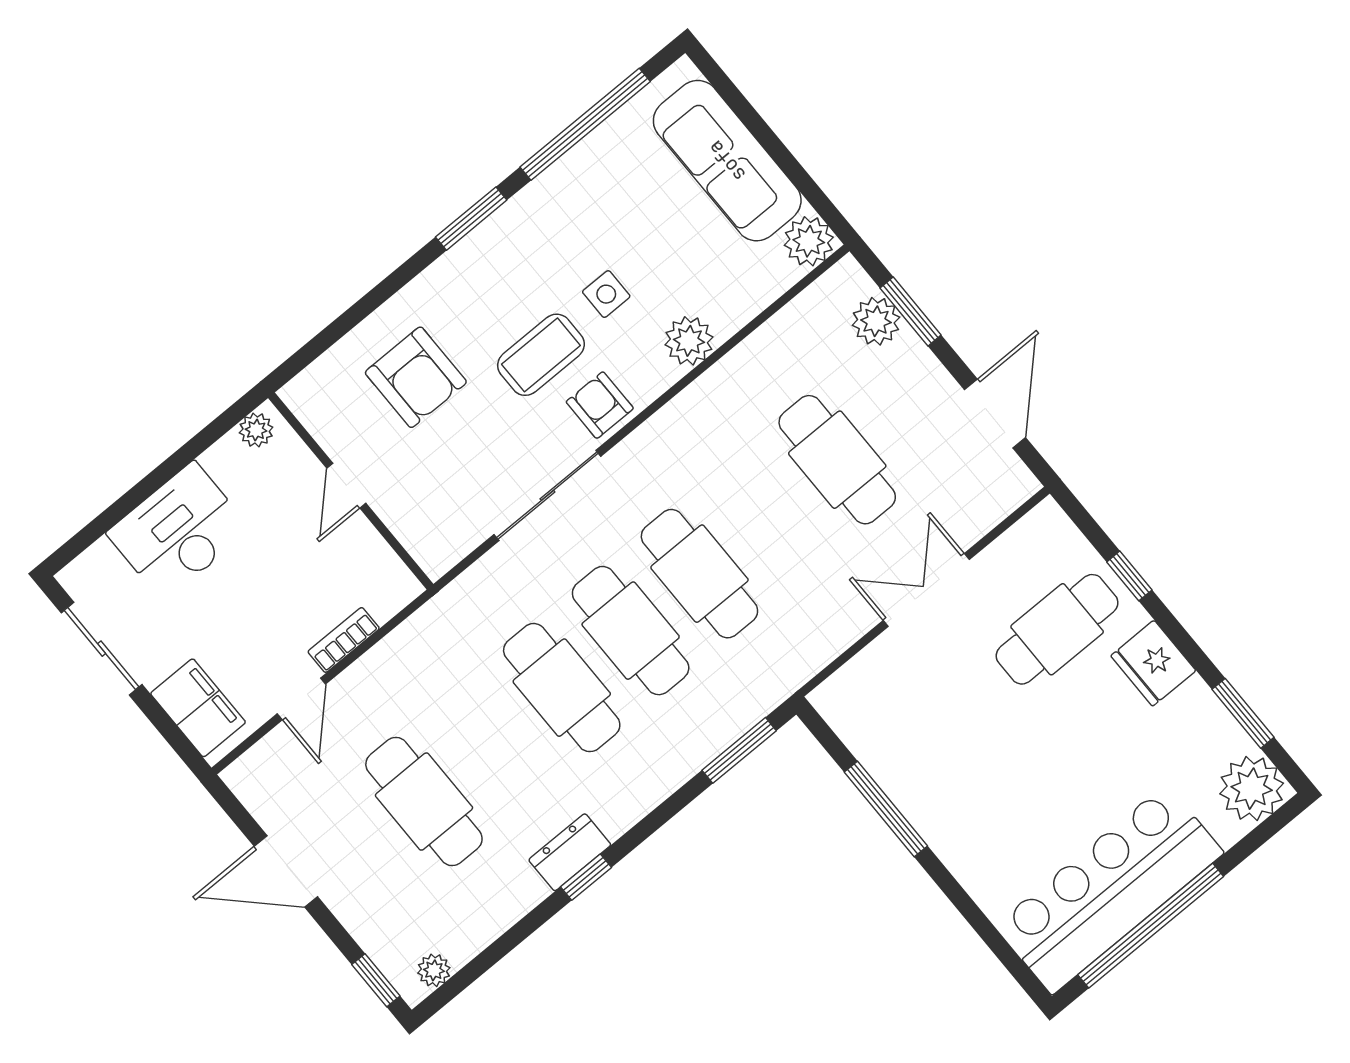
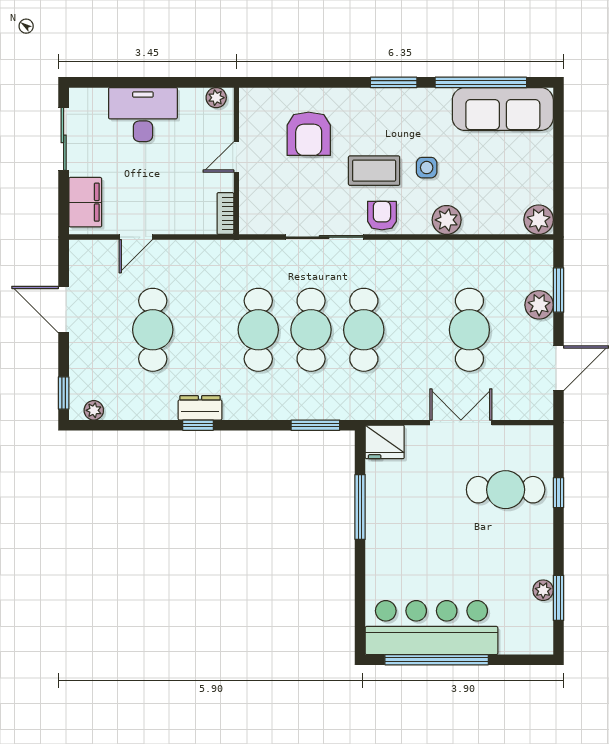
sofa: (727, 161) -> (503, 109), moved, turned -90
plant: (876, 321) -> (539, 305), moved
bookcase: (344, 640) -> (225, 214), moved, turned -90
fridge: (1153, 663) -> (385, 442), moved, turned -90
plant: (1252, 789) -> (543, 590), moved, width x0.53, depth x0.53

